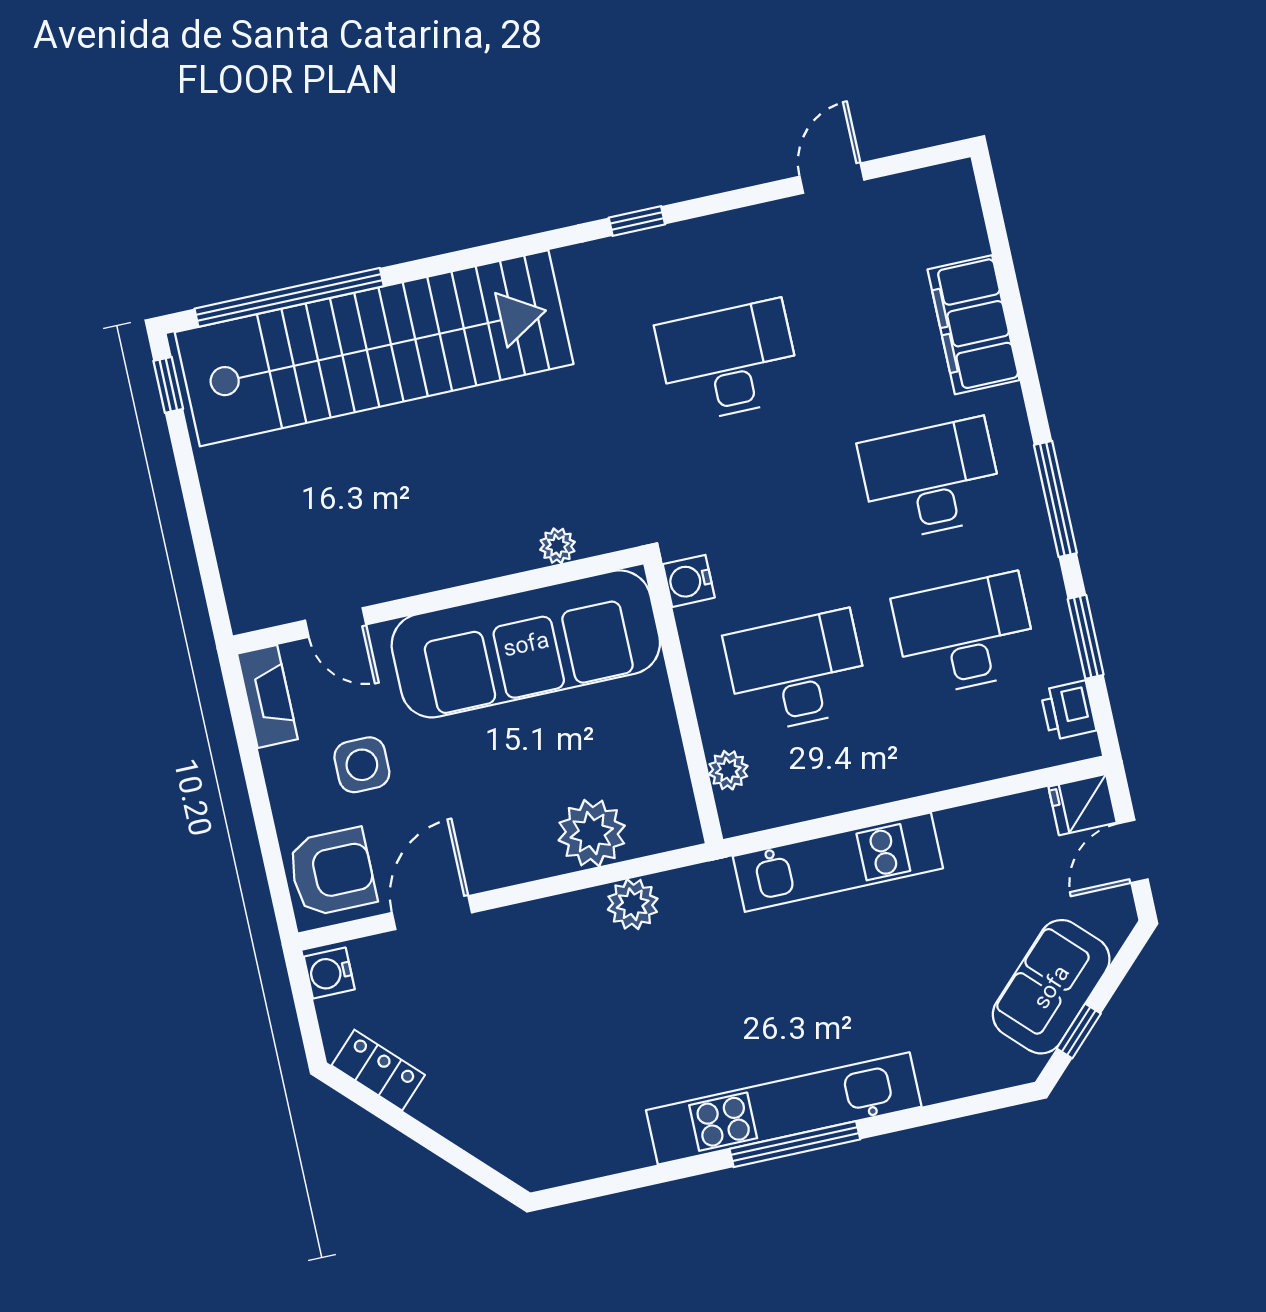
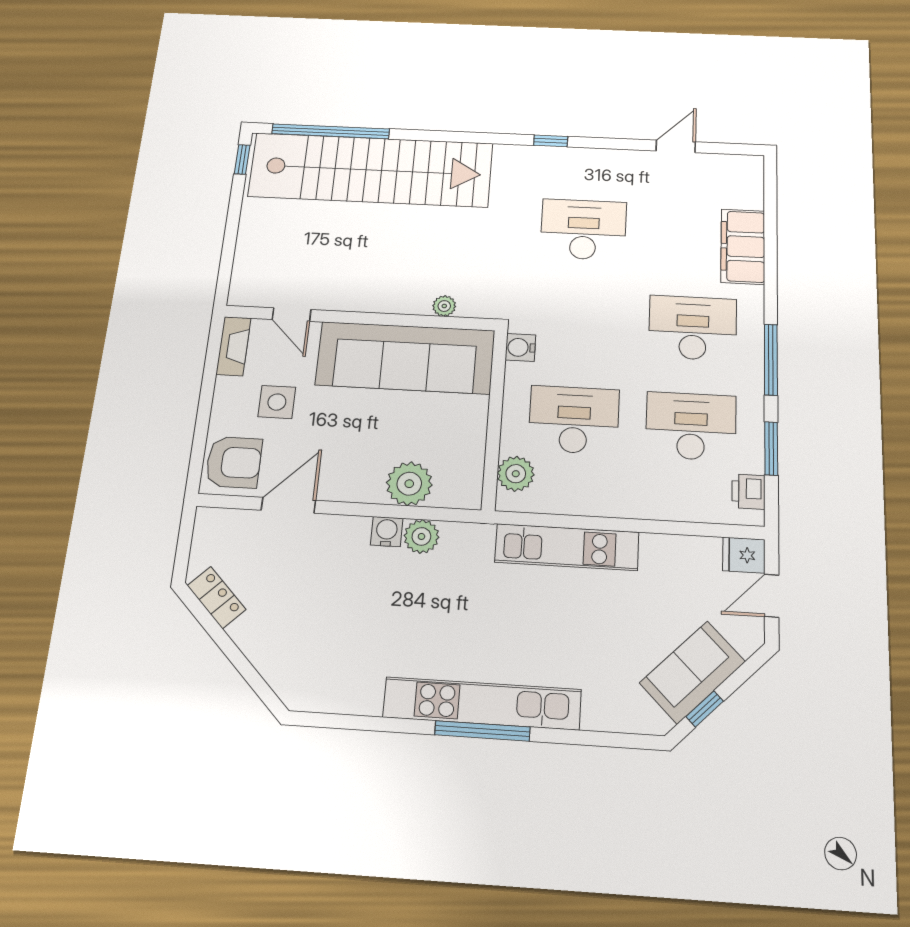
plant: (728, 770) -> (516, 474), width x1.38, depth x1.38
water cooler: (329, 973) -> (387, 532), moved, turned 90

